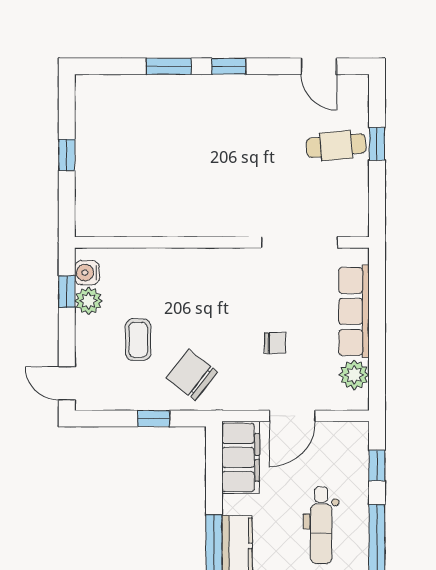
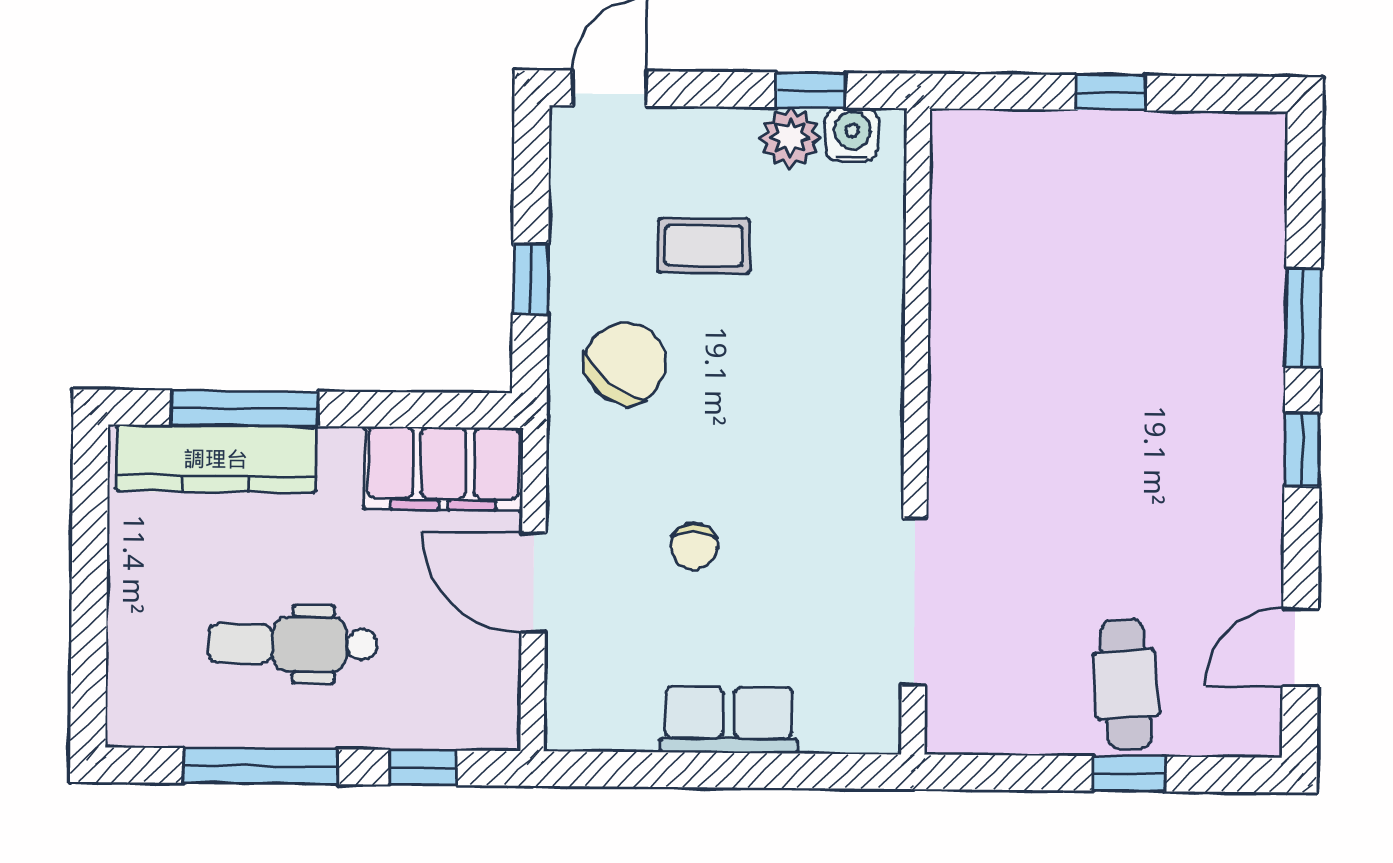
row of seats: (354, 311) -> (729, 720), width x0.68
plant: (354, 375) -> (622, 719), removed

